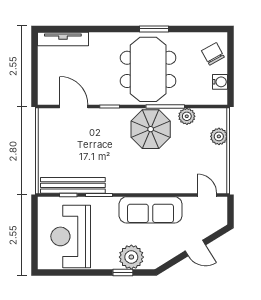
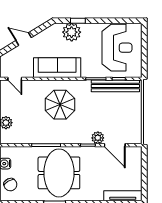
plant: (187, 116) -> (98, 138), moved
parasol: (151, 129) -> (60, 105), moved

